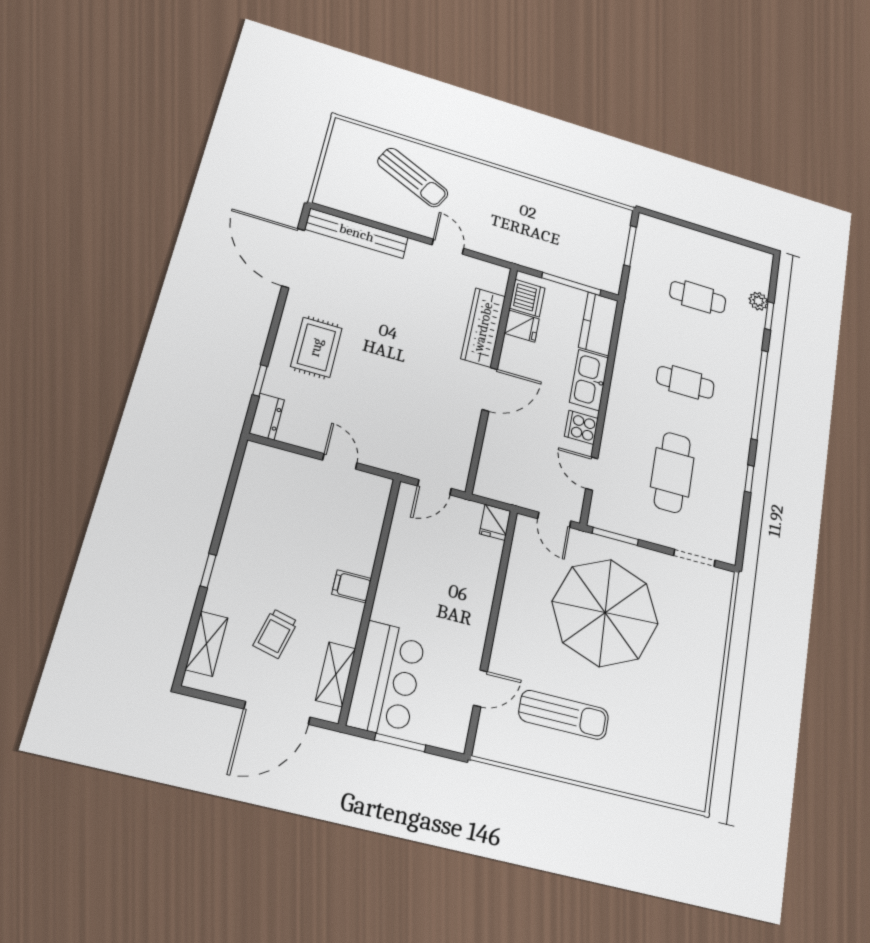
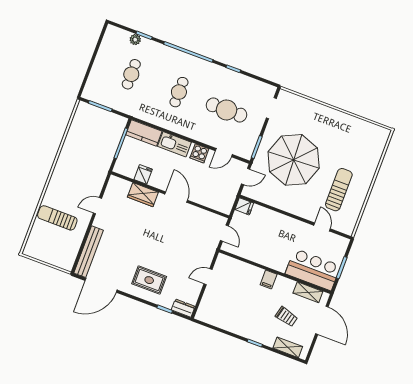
sun lounger: (413, 177) -> (57, 218), turned -115
dishwasher: (527, 298) -> (128, 169), removed
wardrobe: (483, 327) -> (143, 195), width x0.67

